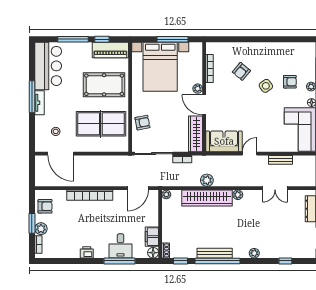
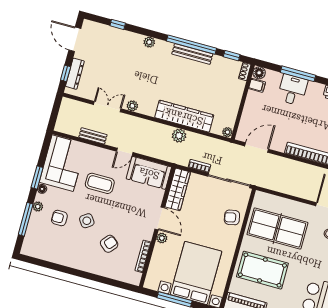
coffee table: (263, 121) -> (100, 183), added
plant: (238, 195) -> (132, 106), moved
filing cabinet: (152, 237) -> (257, 85), width x0.50

